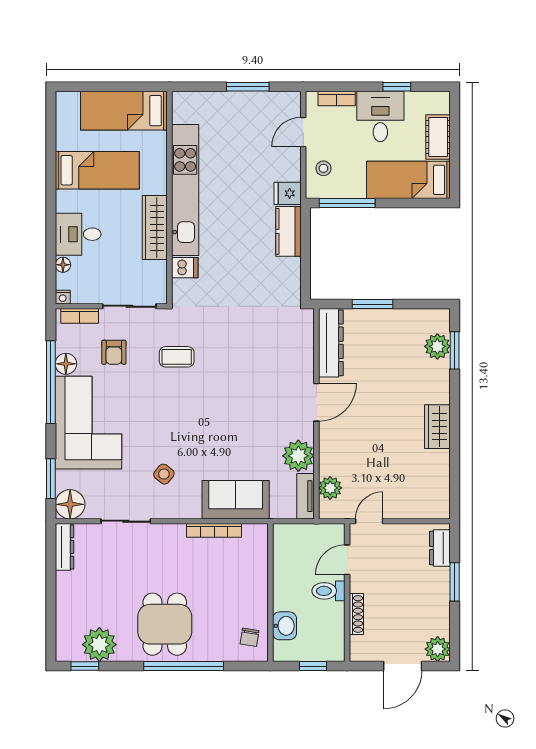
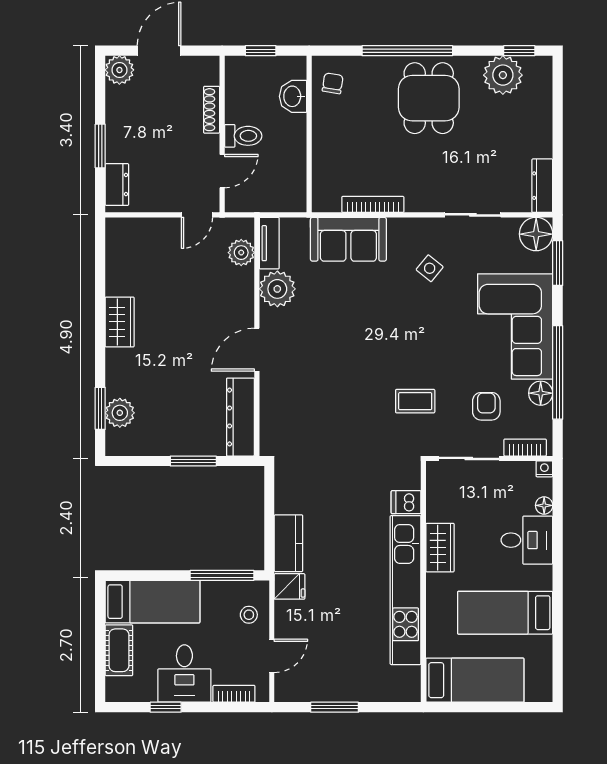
wardrobe: (155, 228) -> (440, 548), width x0.67

